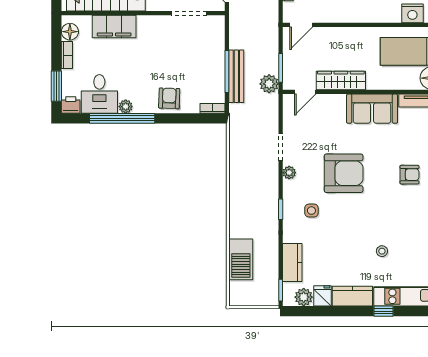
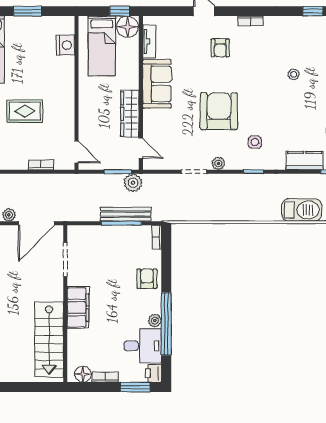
filing cabinet: (114, 27) -> (78, 308), moved
armchair: (169, 98) -> (147, 279), turned 88
armchair: (409, 175) -> (220, 48), turned 180

